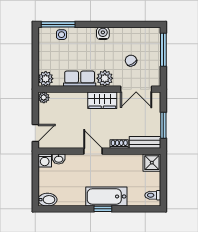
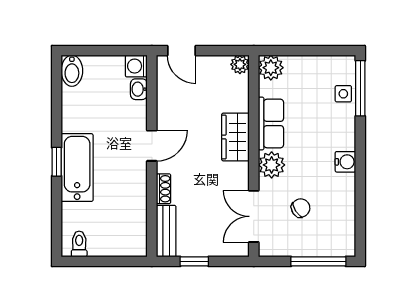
wardrobe: (102, 100) -> (235, 137), moved
window: (163, 125) -> (194, 261), width x0.67
shower: (152, 163) -> (133, 242), removed

